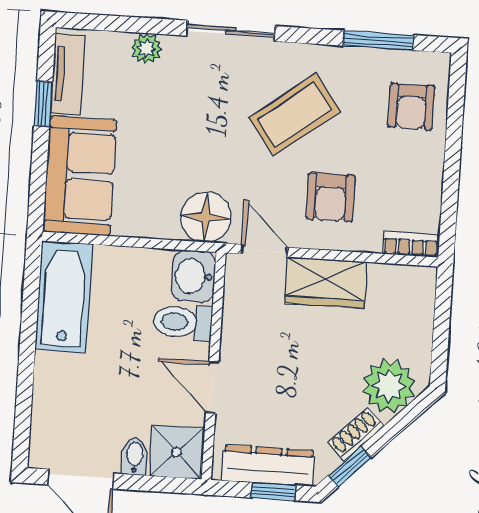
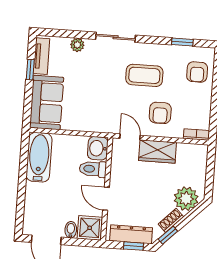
window: (378, 40) -> (182, 42), width x0.67
coffee table: (295, 115) -> (144, 75), turned 37
floor lamp: (206, 217) -> (104, 122), removed

